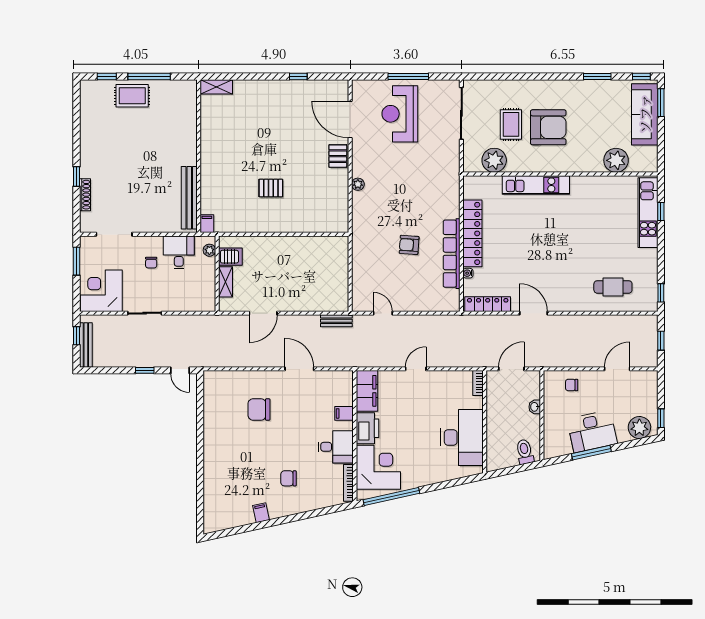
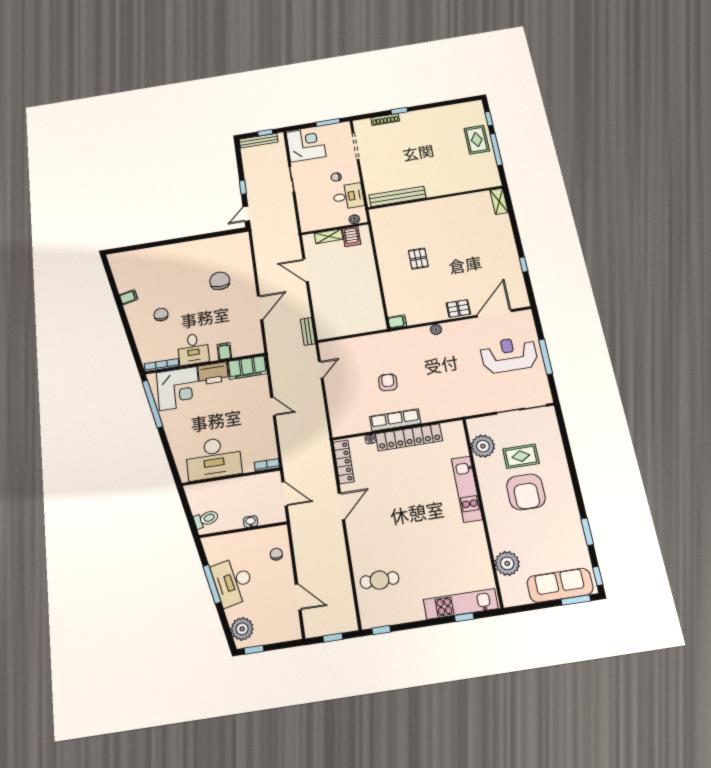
filing cabinet: (207, 224) -> (397, 322), moved
row of seats: (452, 254) -> (395, 420), width x0.73
cafe table: (613, 287) -> (379, 580), turned 90

